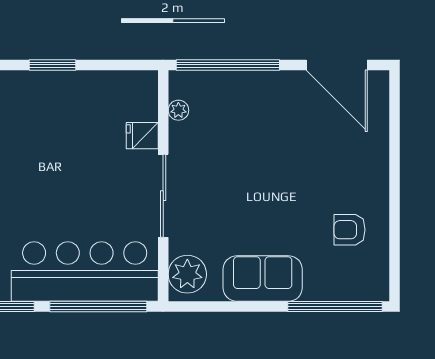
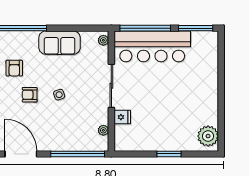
side table: (263, 179) -> (59, 95), added
armchair: (320, 179) -> (30, 95), added
armchair: (350, 230) -> (14, 68), turned 90
plant: (187, 274) -> (103, 40), width x0.53, depth x0.53

